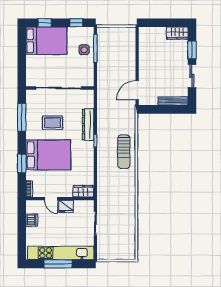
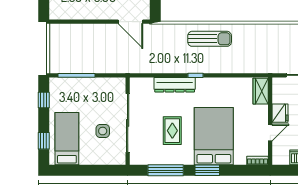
bed: (46, 41) -> (67, 139), width x0.67
side table: (84, 50) -> (103, 131), moved
window: (22, 163) -> (207, 170), moved

